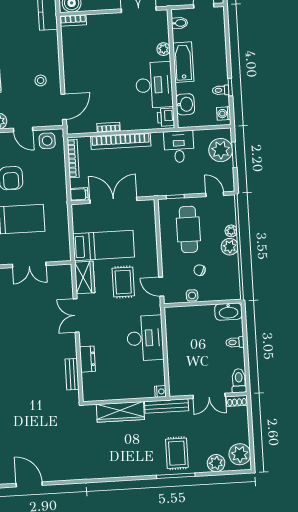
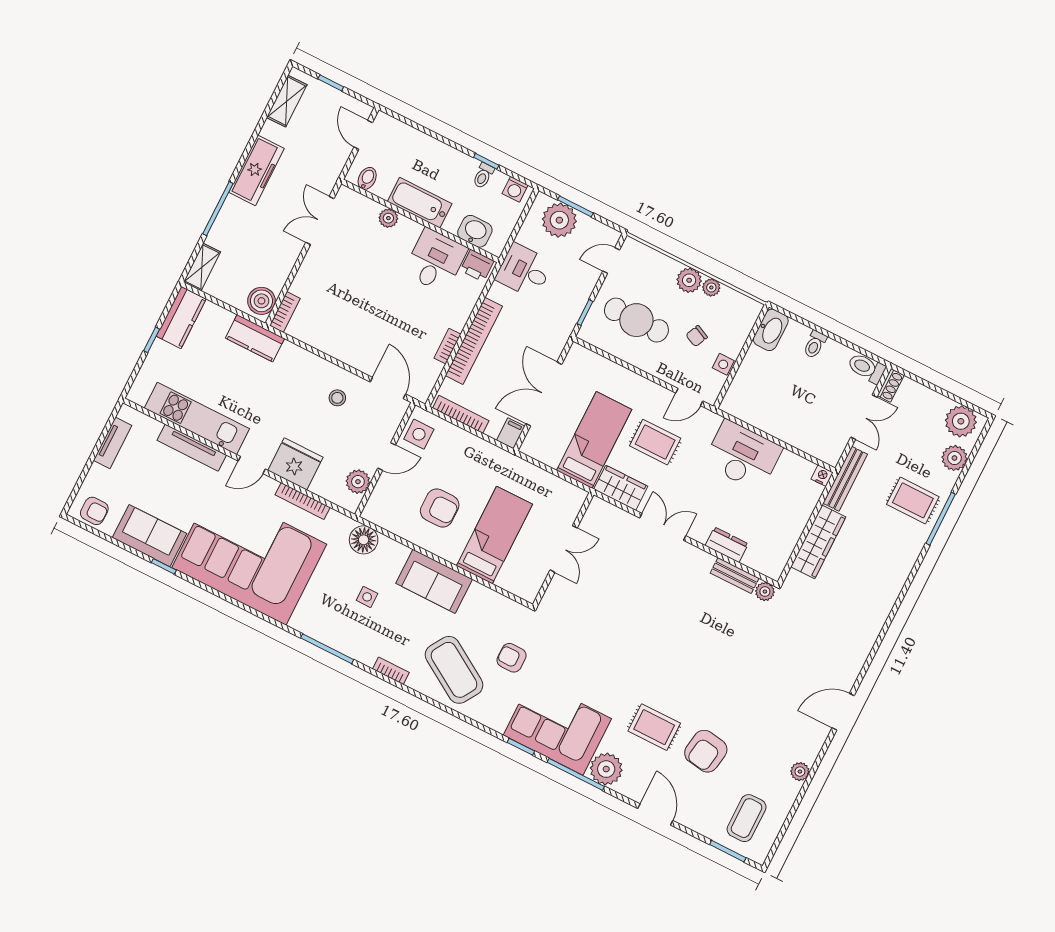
desk: (154, 85) -> (435, 261), width x0.73
plant: (231, 231) -> (711, 287), moved
double door: (76, 315) -> (663, 527), swing flipped
plant: (73, 397) -> (765, 592), added

